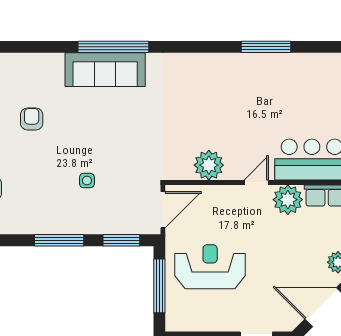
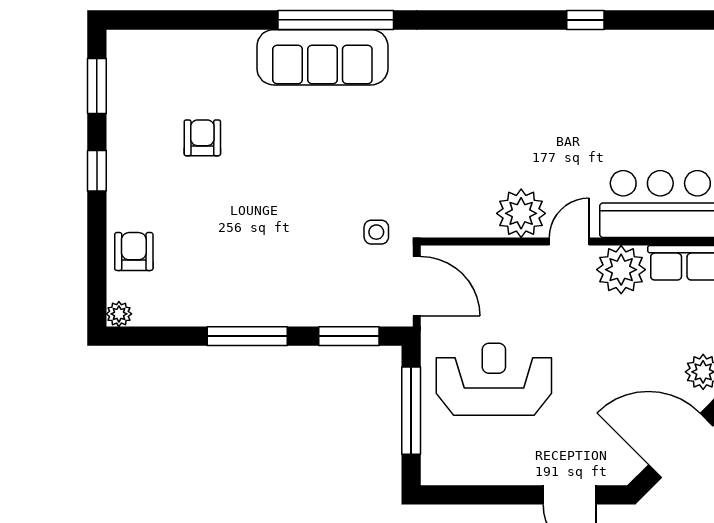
window: (266, 47) -> (585, 20), width x0.46
plant: (209, 165) -> (521, 213), moved
side table: (87, 180) -> (376, 232), moved
door: (163, 210) -> (417, 286), hinge flipped

